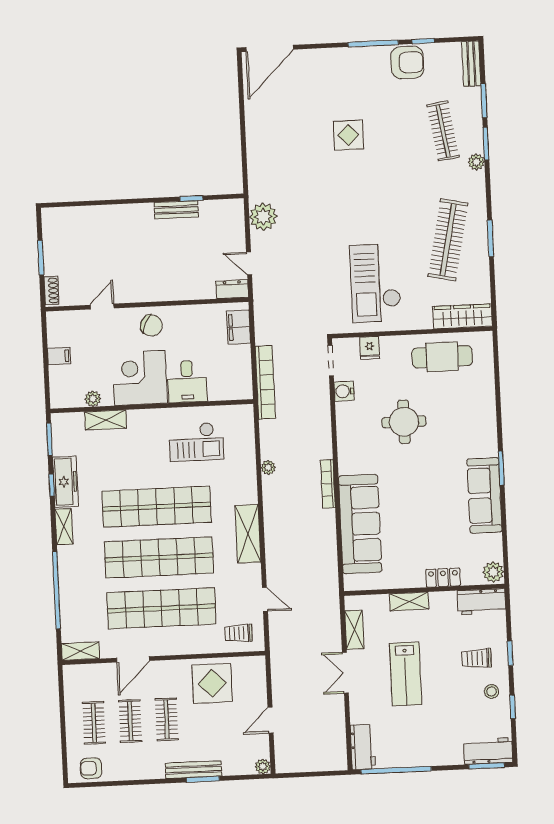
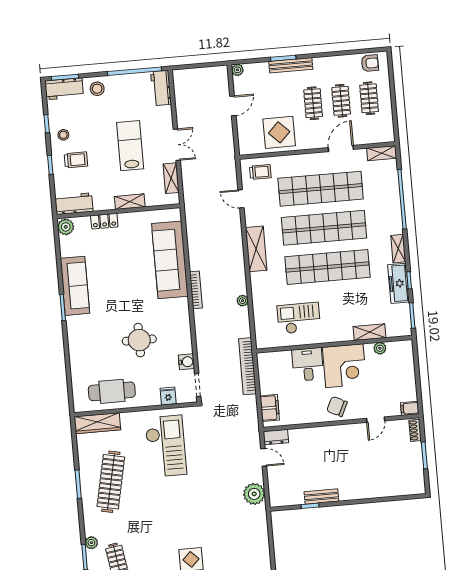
filing cabinet: (59, 356) -> (410, 408), moved
stool: (445, 749) -> (97, 89), added

